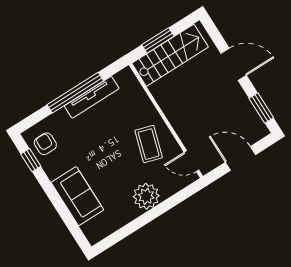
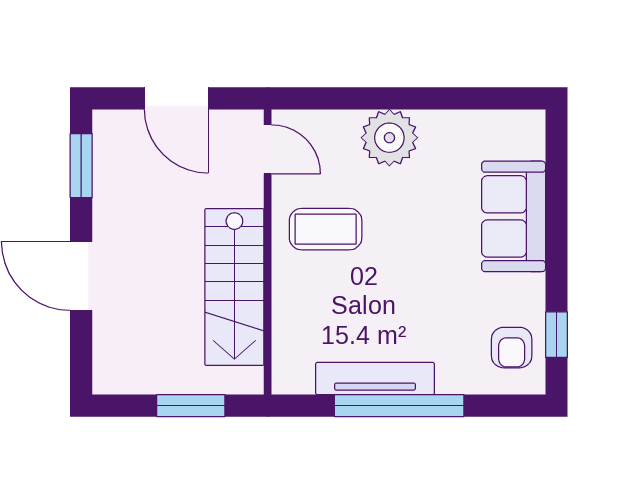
stairs: (170, 55) -> (234, 287), moved, turned -90
coffee table: (149, 144) -> (326, 229), turned 73

